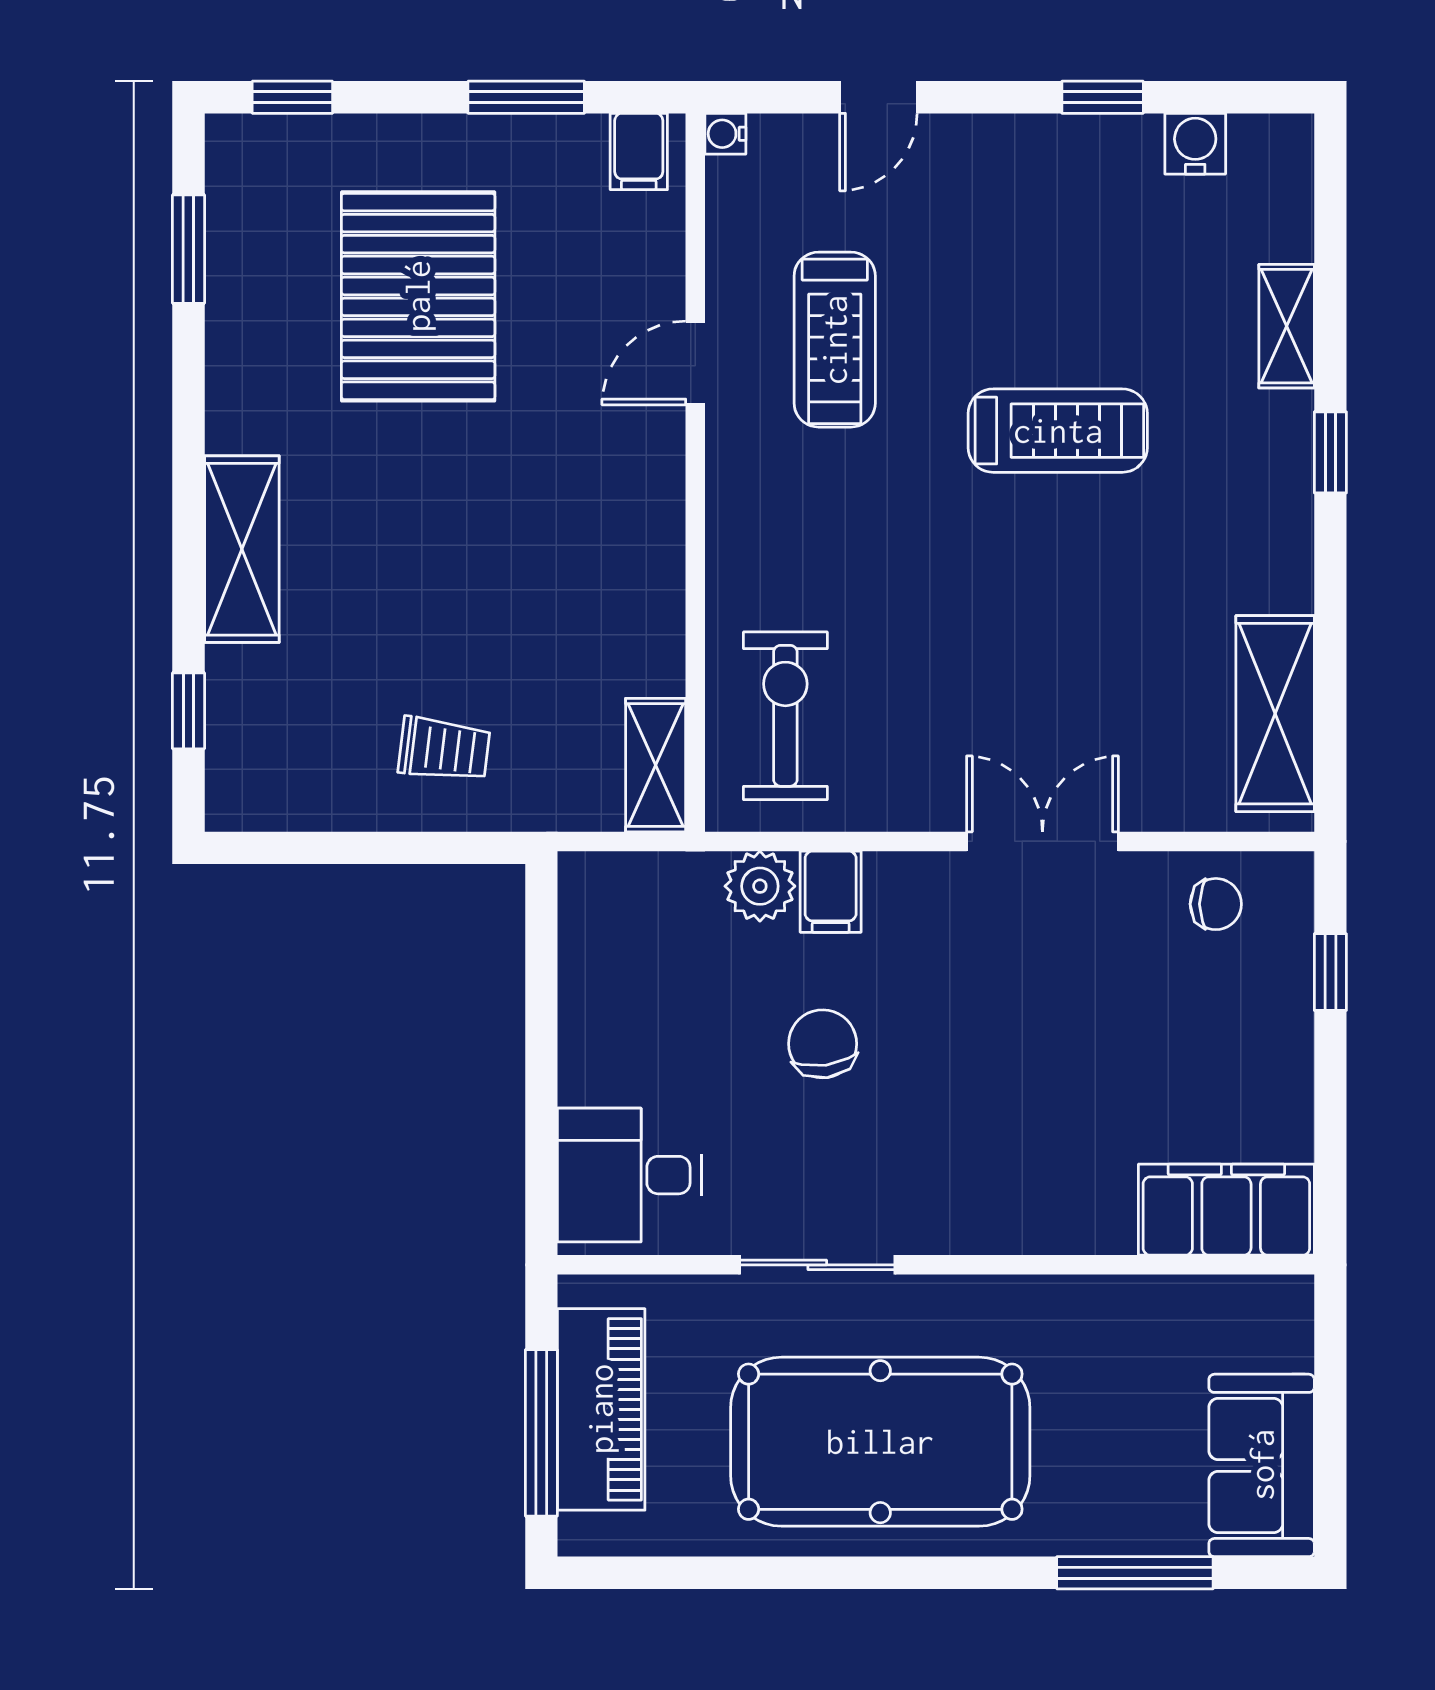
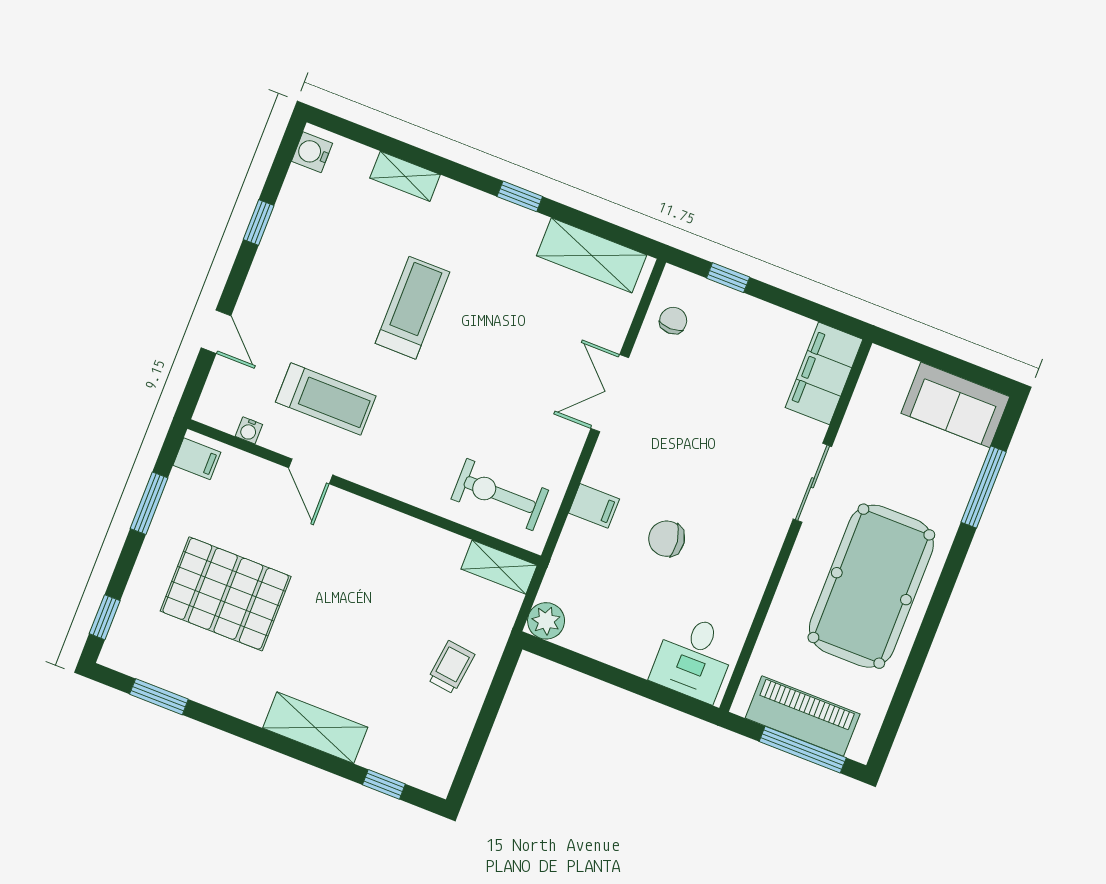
water cooler: (725, 134) -> (249, 430), moved
water cooler: (1195, 144) -> (312, 152), moved
window: (1330, 452) -> (520, 196), moved
plant: (760, 886) -> (546, 621), moved
sliding door: (817, 1265) -> (812, 483), moved

